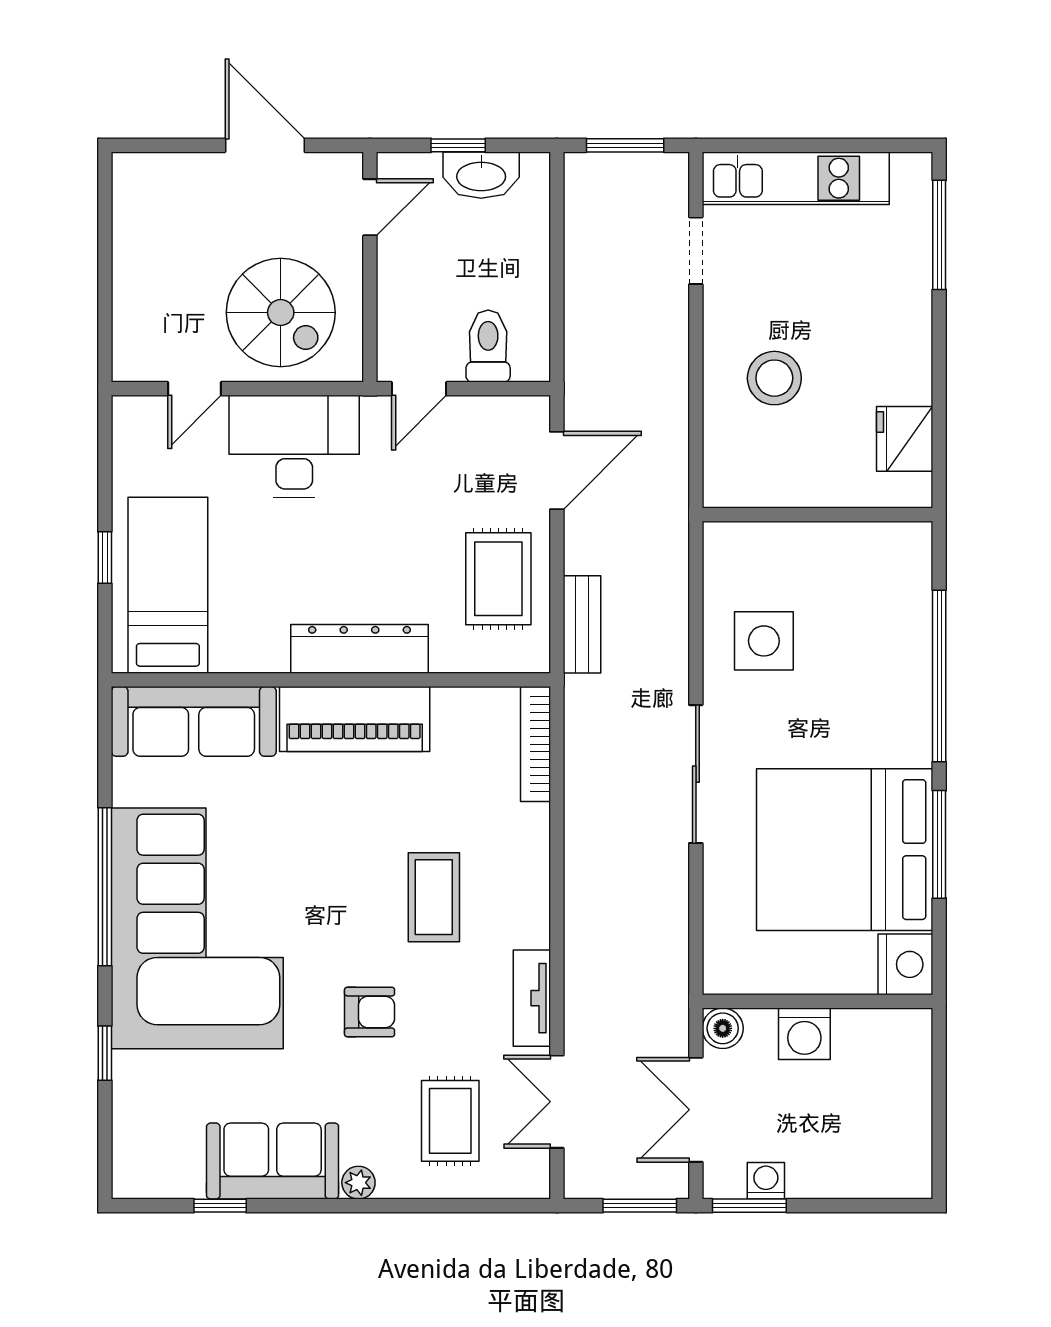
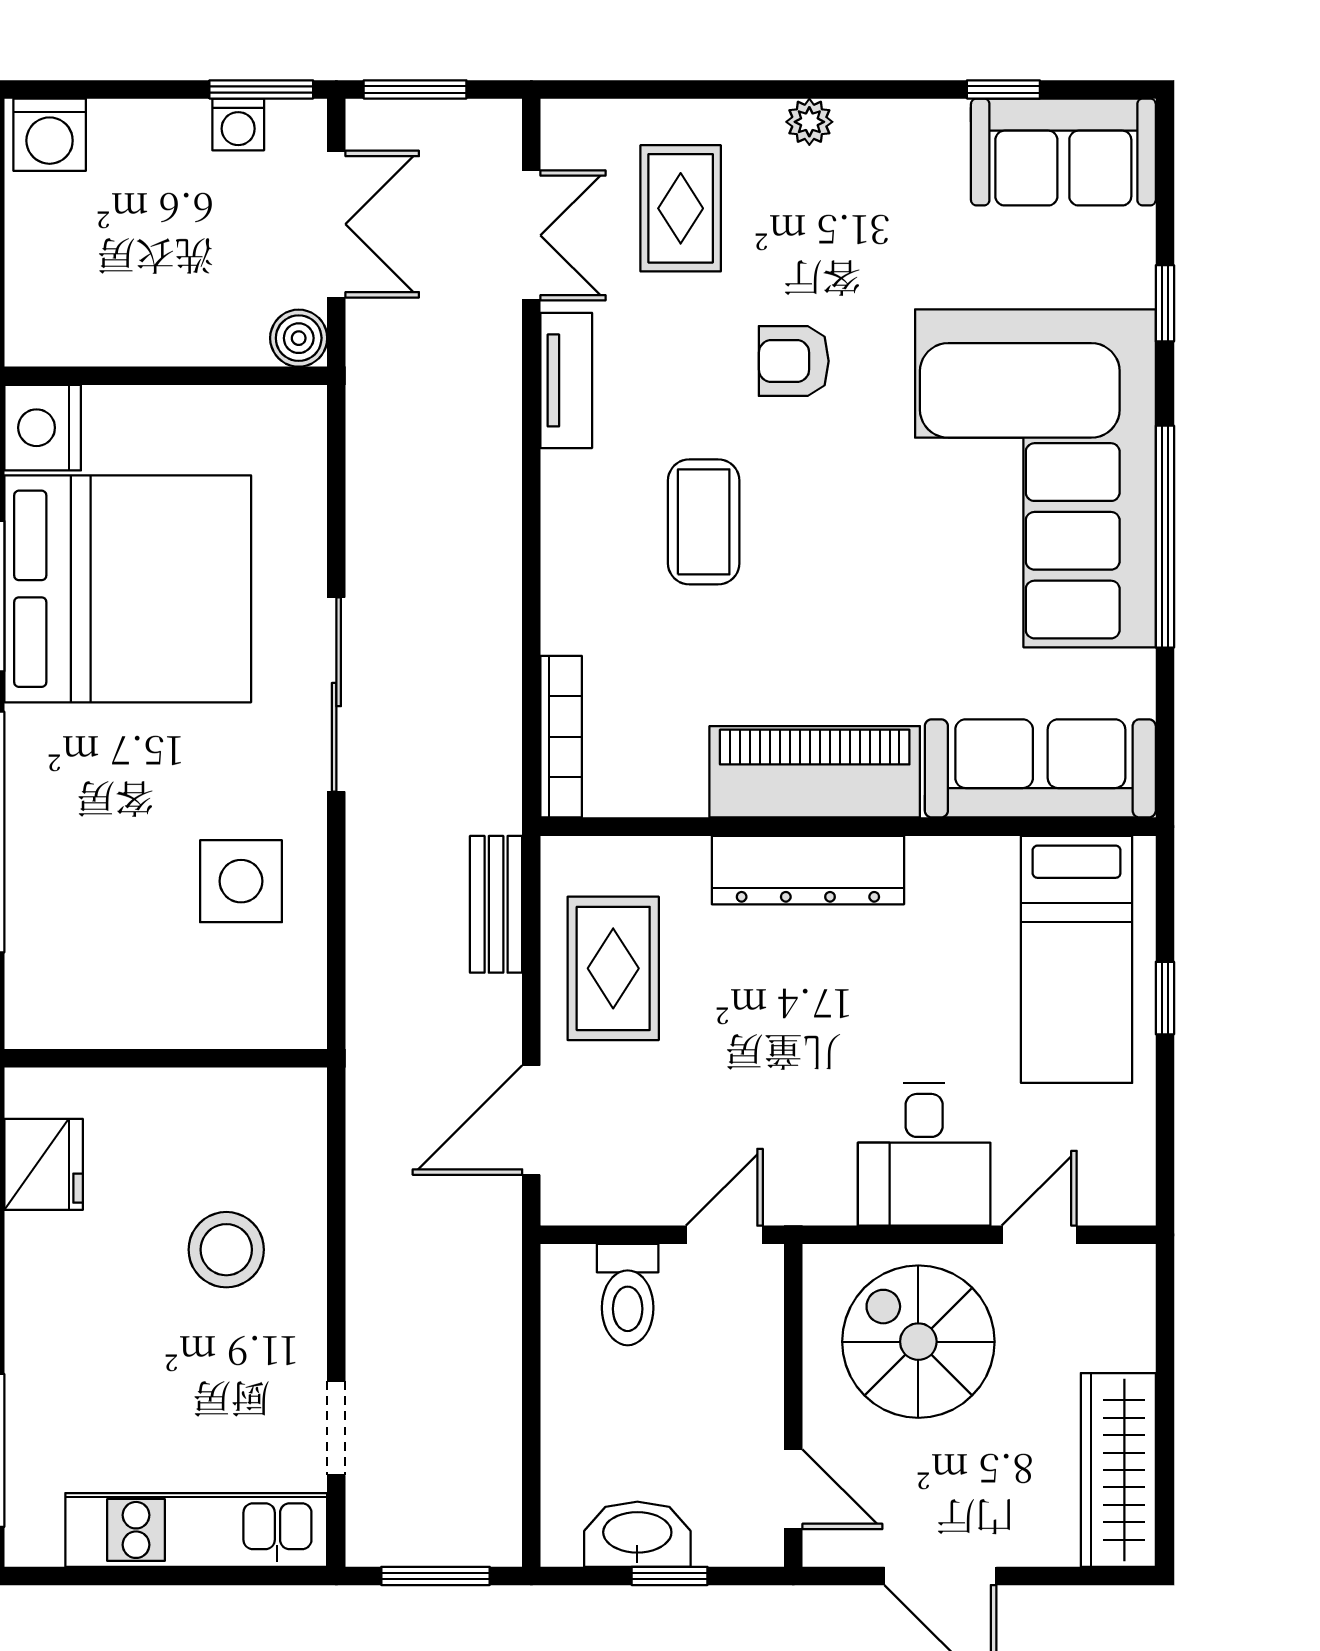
door: (370, 207) -> (793, 1489), swing flipped
wardrobe: (138, 221) -> (1118, 1470), added
desk: (294, 446) -> (924, 1154), width x0.73
washing machine: (804, 1034) -> (50, 135), moved, turned 180
sofa: (273, 1161) -> (1063, 152), moved

